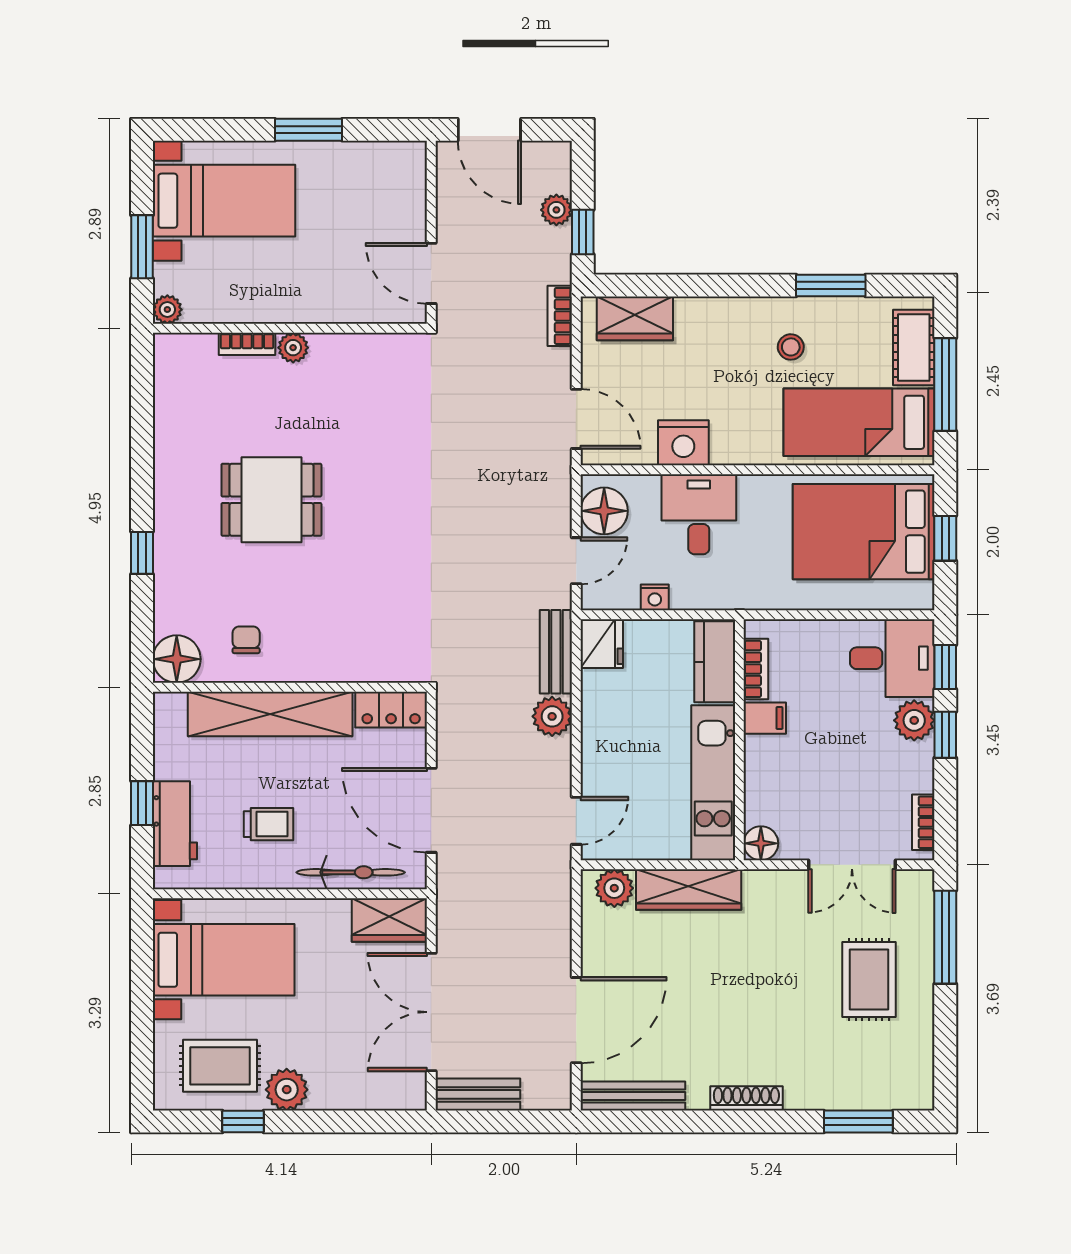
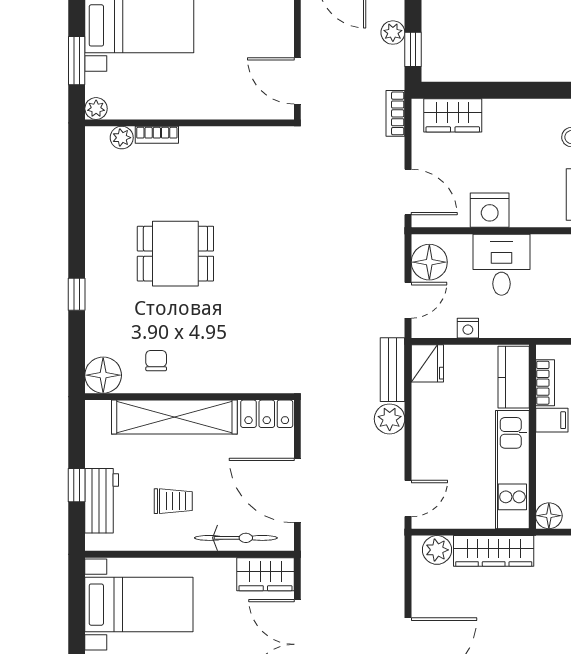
plant: (293, 348) -> (122, 138), moved

